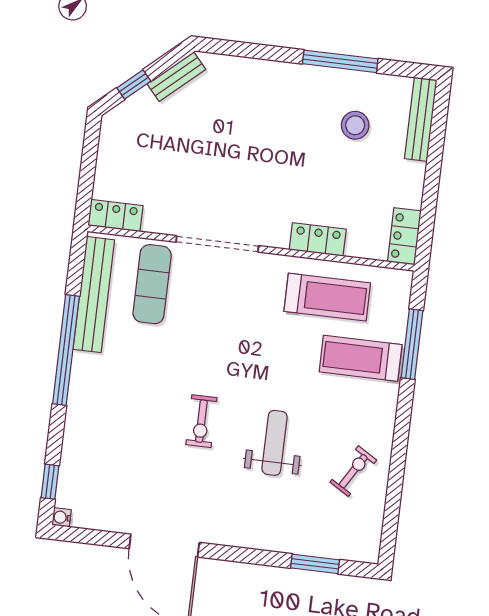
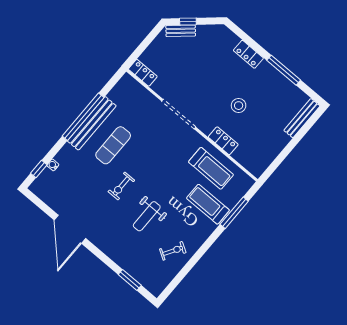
bench: (176, 77) -> (181, 31), moved
stool: (355, 125) -> (239, 106), moved
locker: (404, 236) -> (248, 54), moved, turned -90
exercise mat: (152, 284) -> (113, 145), moved
bench: (94, 295) -> (92, 123), moved
weight bench: (275, 443) -> (147, 216), turned 180
water cooler: (61, 517) -> (53, 165), moved

